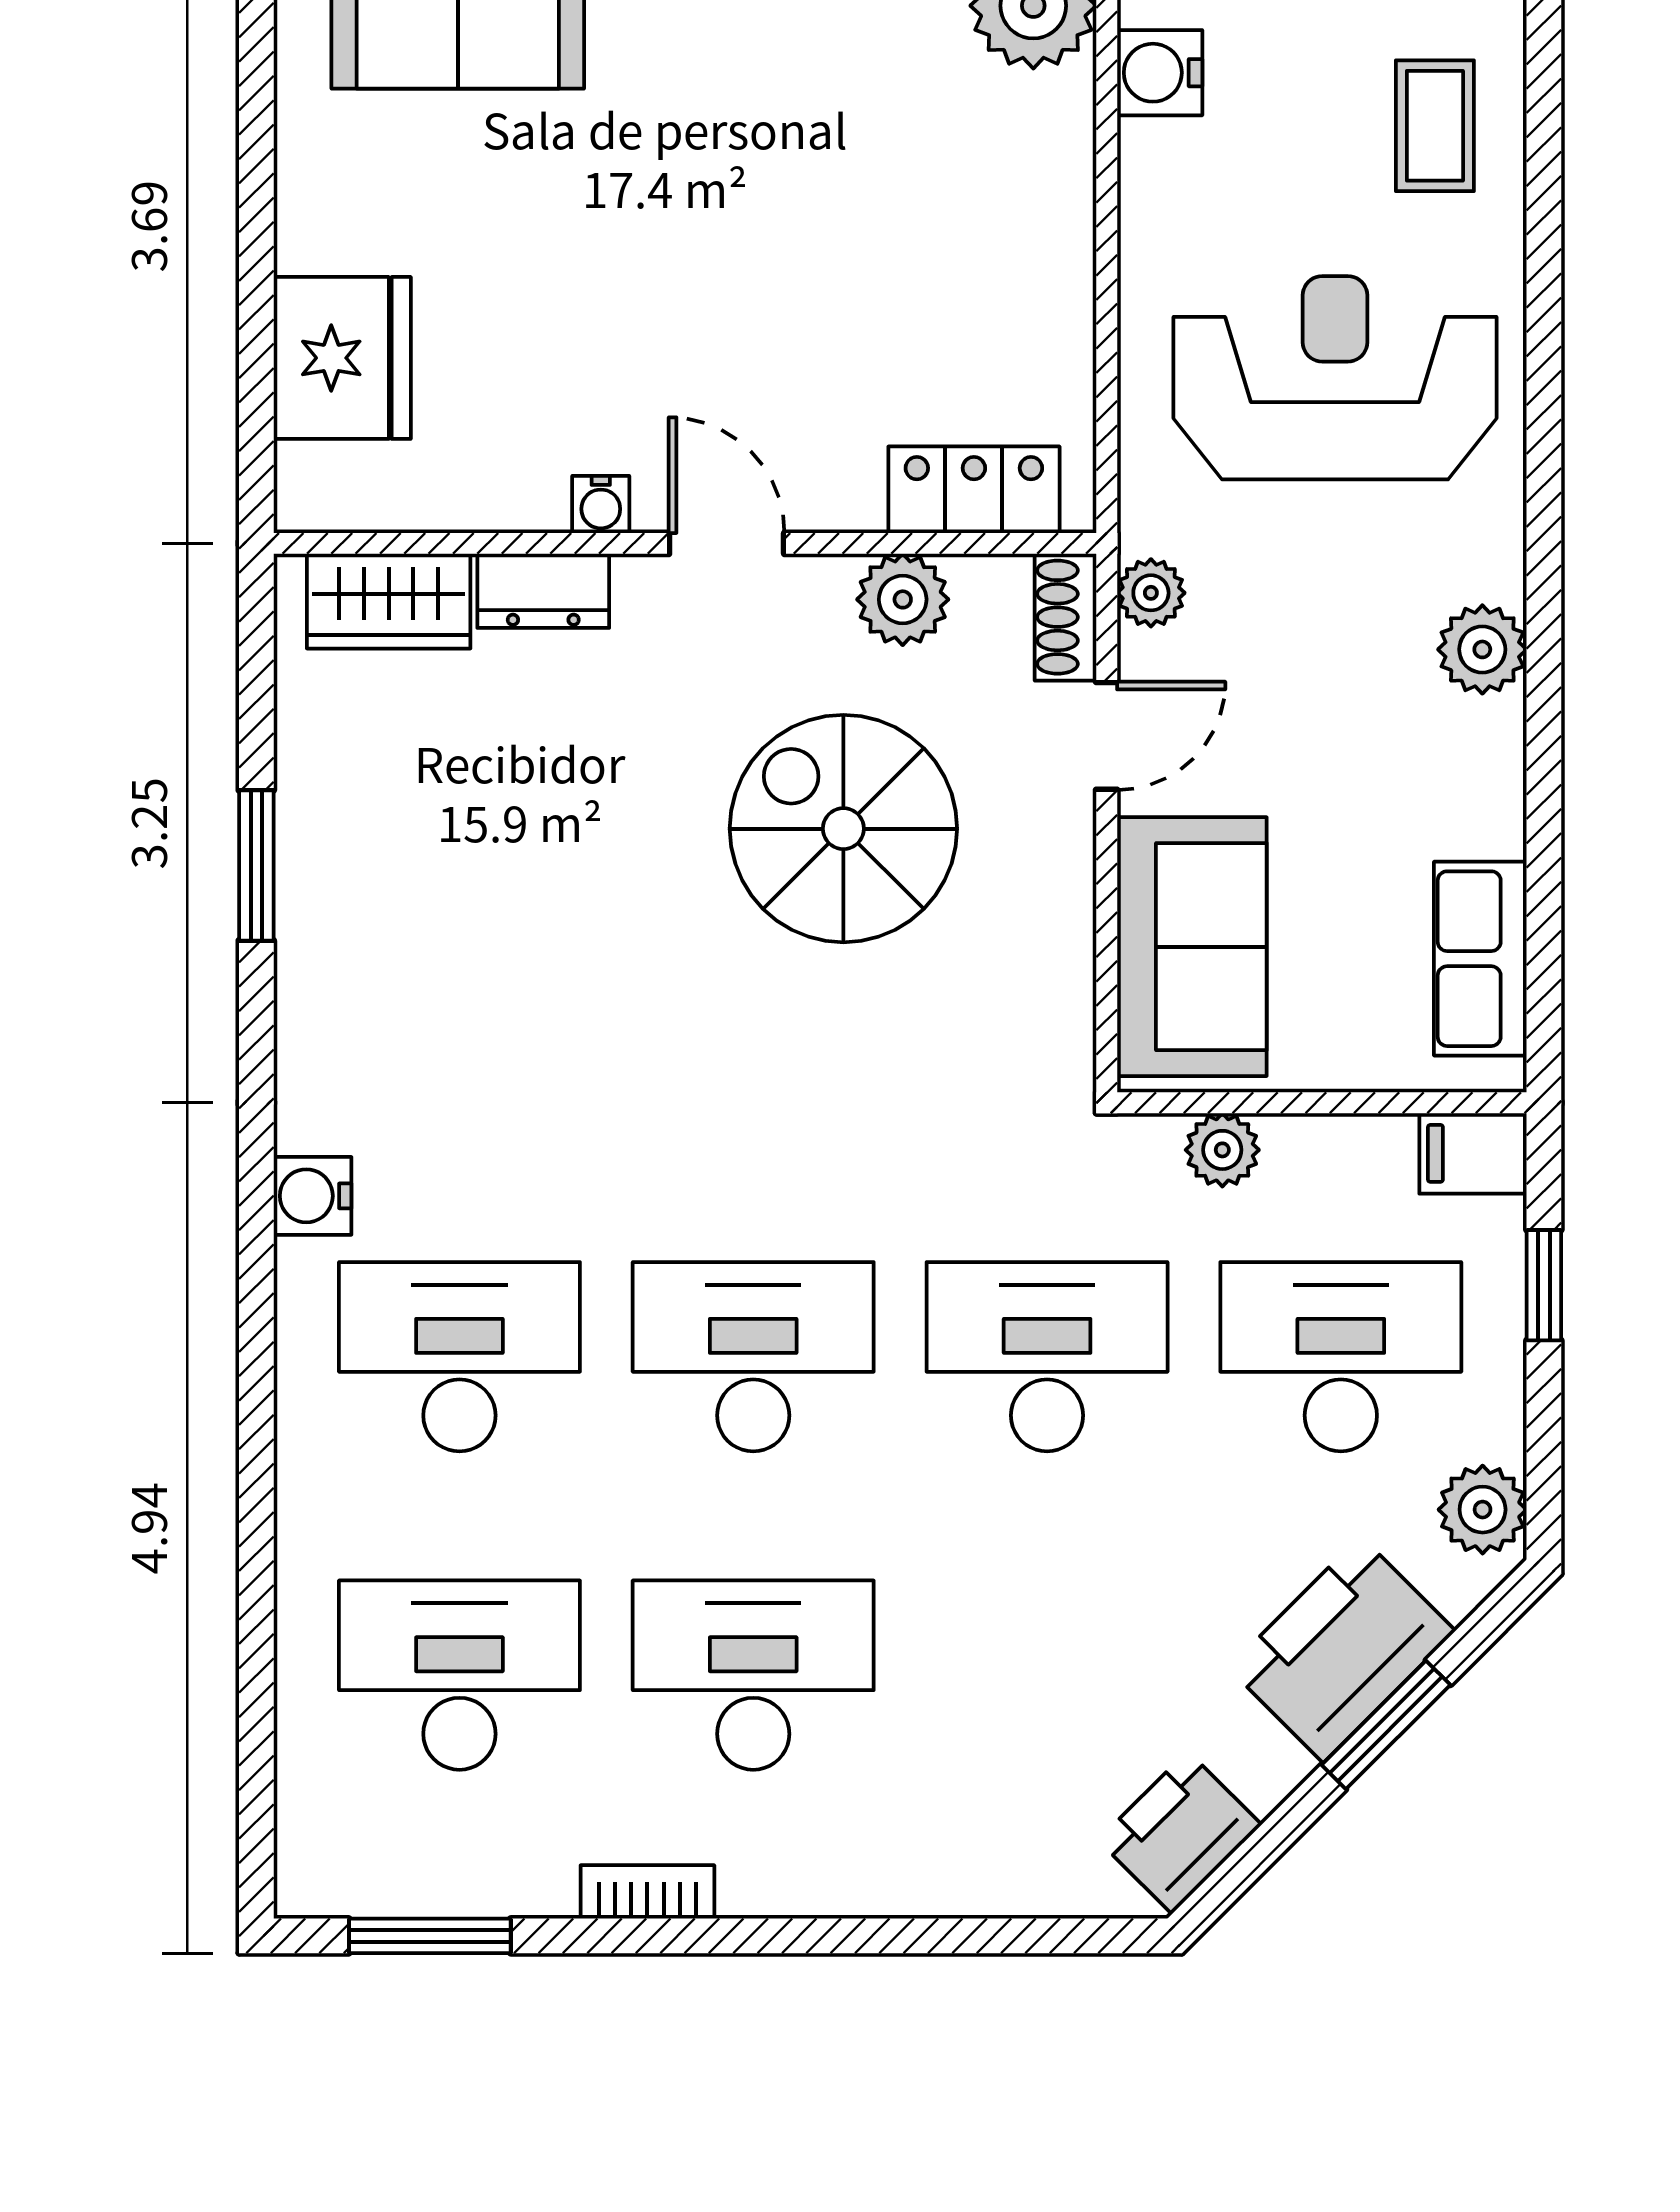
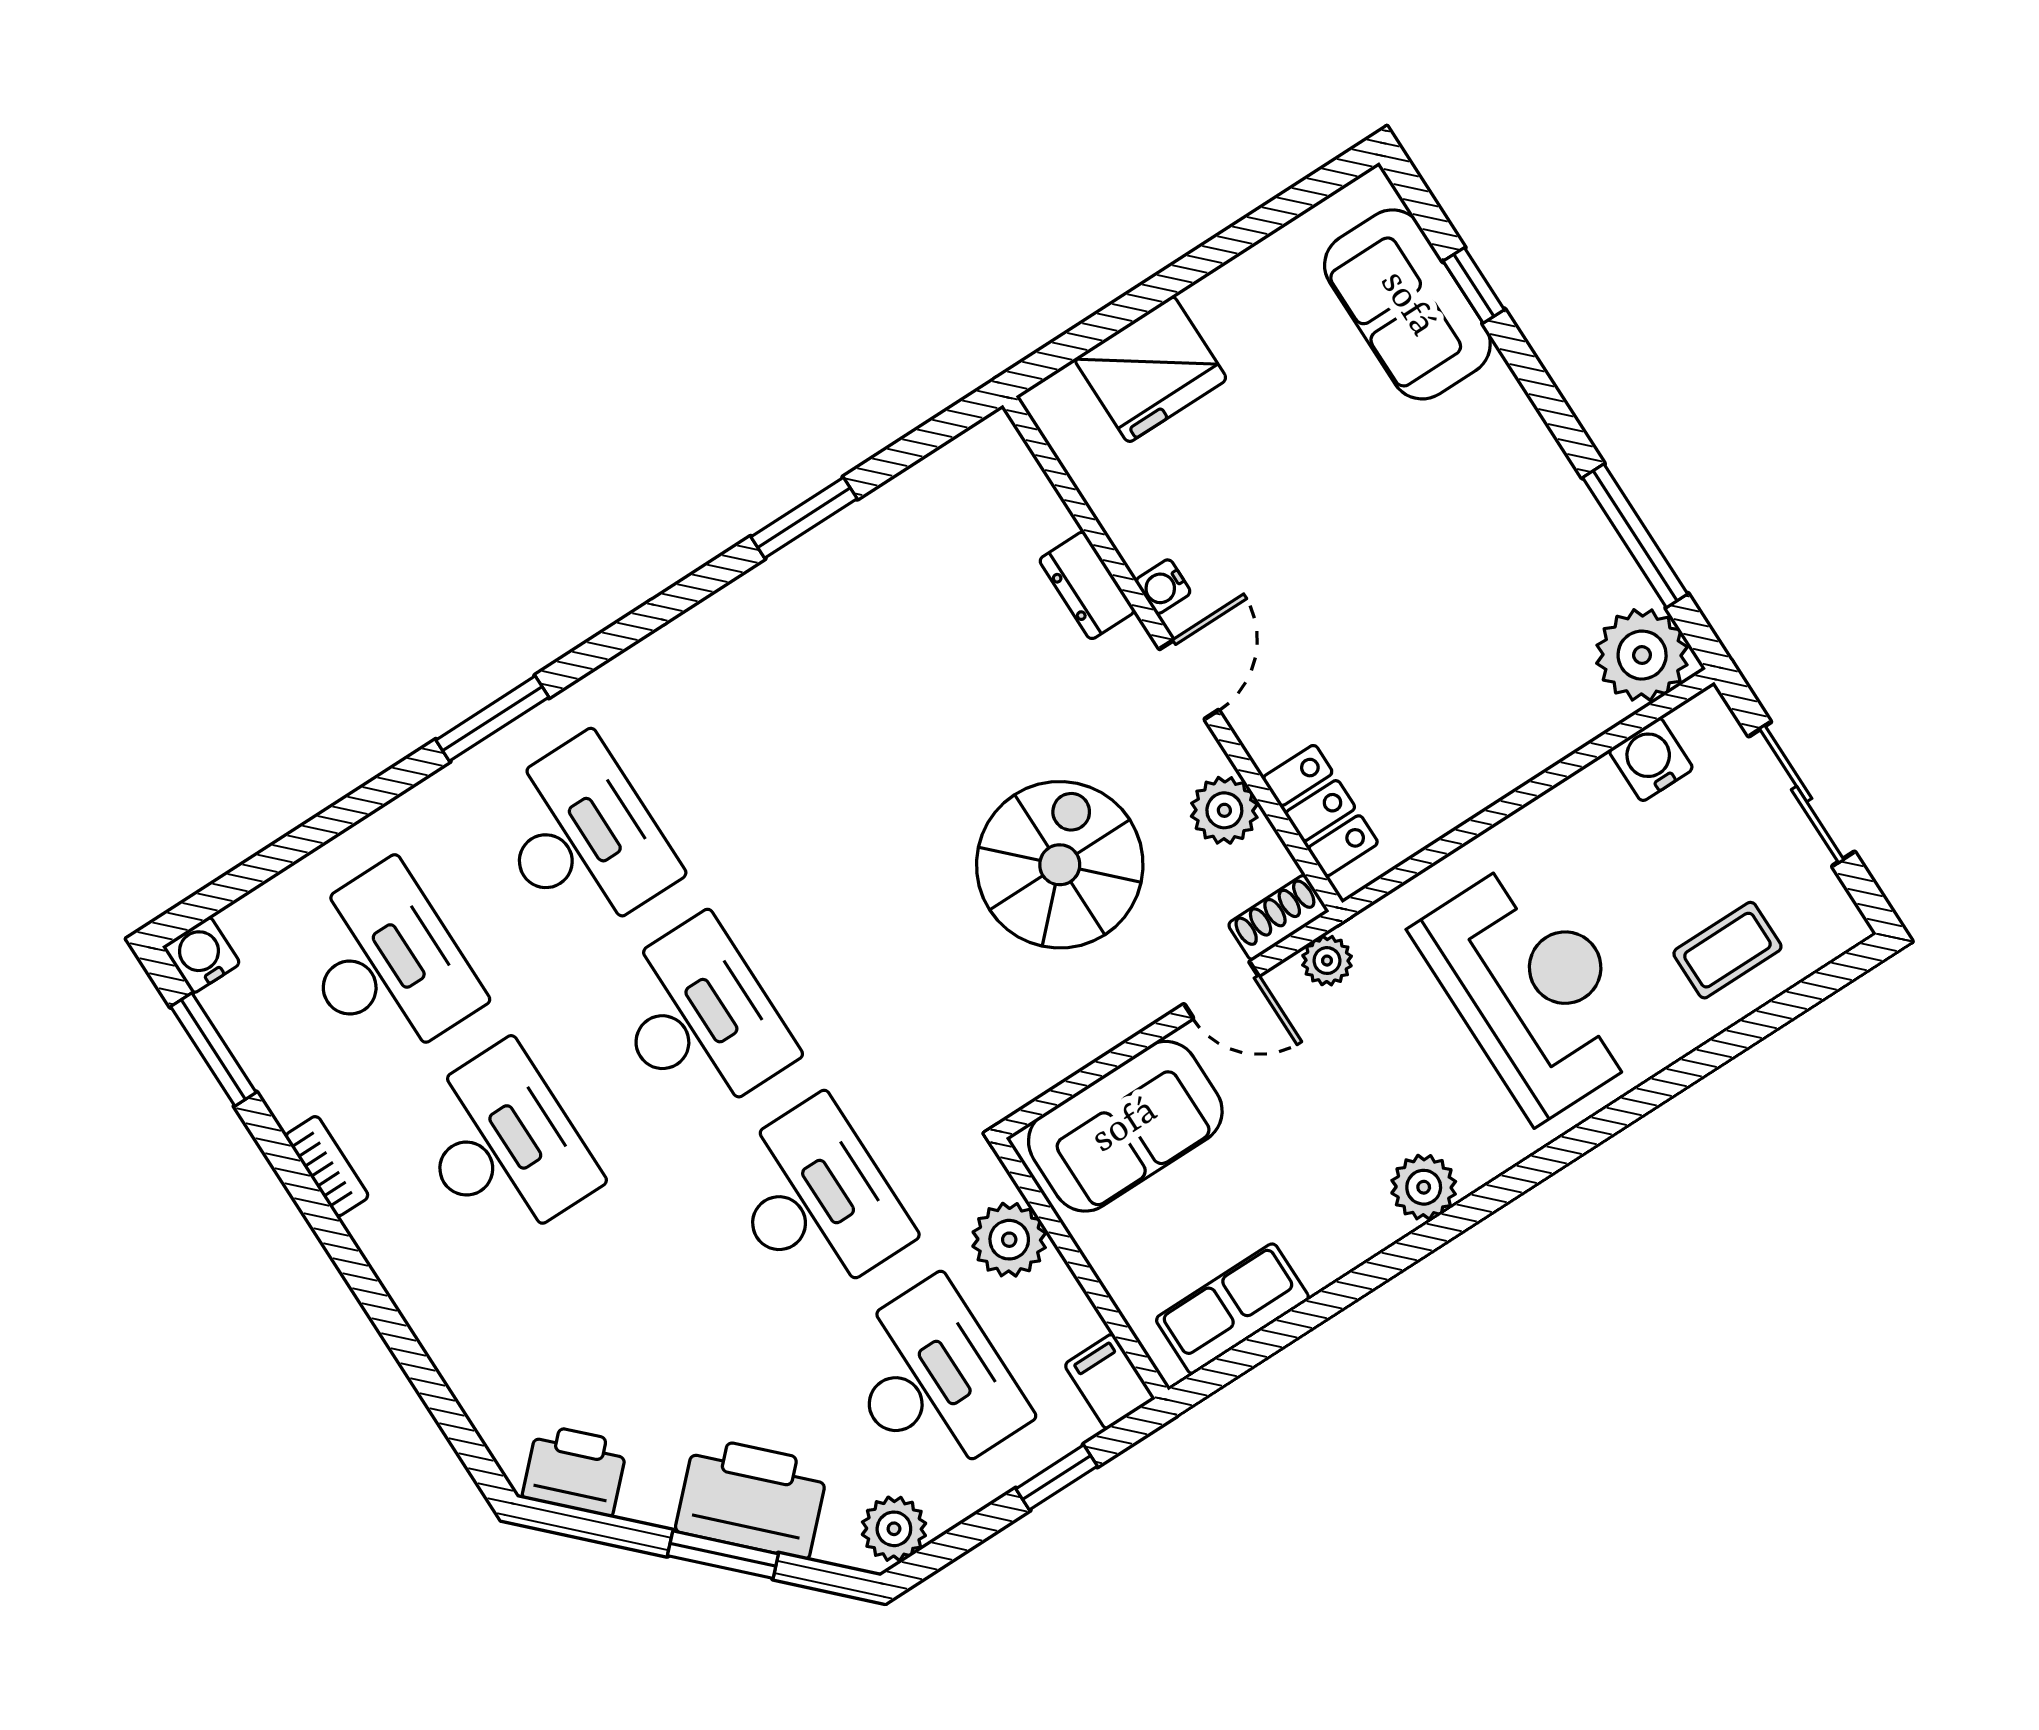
wardrobe: (389, 601) -> (1019, 494), removed
plant: (1222, 1150) -> (1009, 1240), width x1.38, depth x1.38
water cooler: (313, 1196) -> (201, 955), moved
window: (256, 1371) -> (492, 719), added

